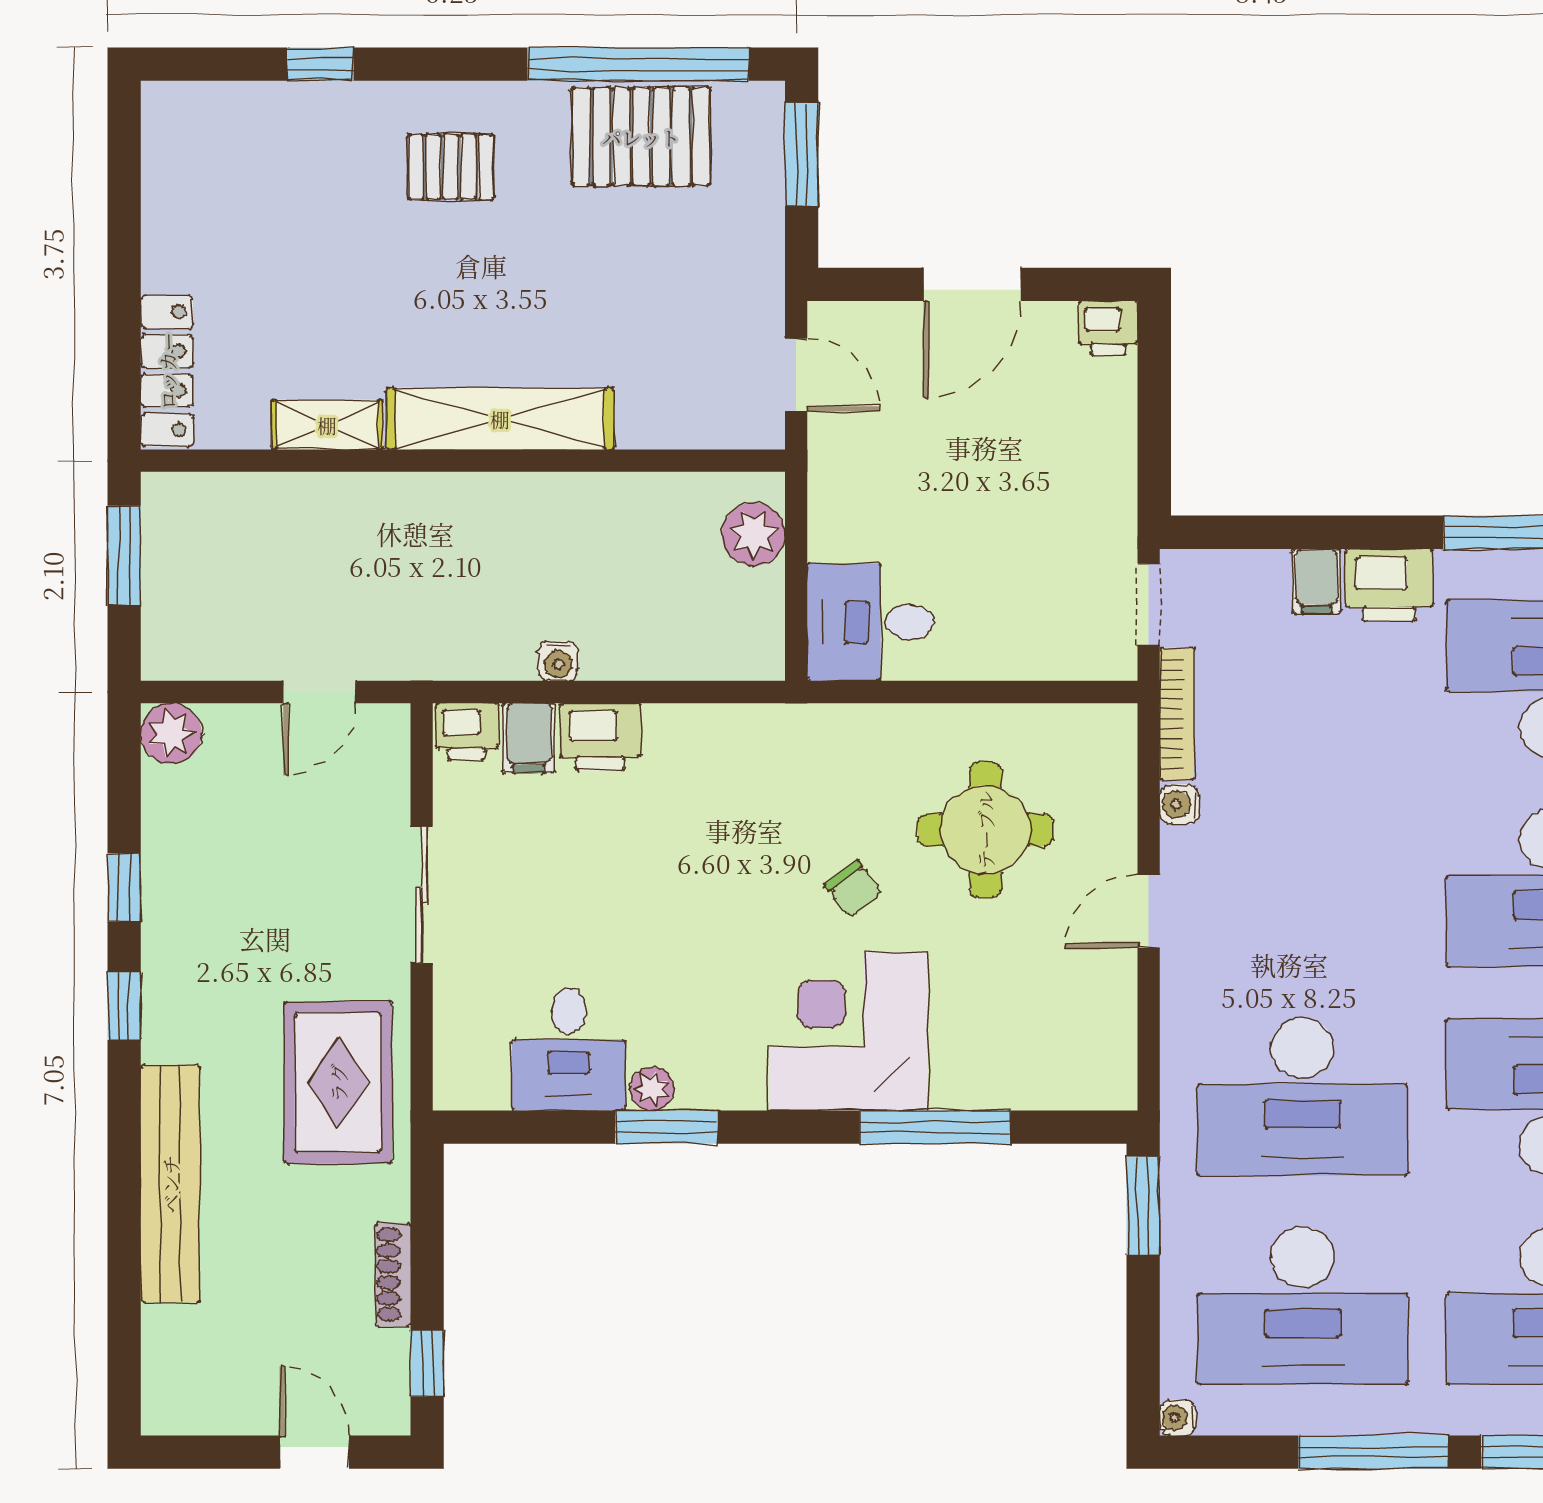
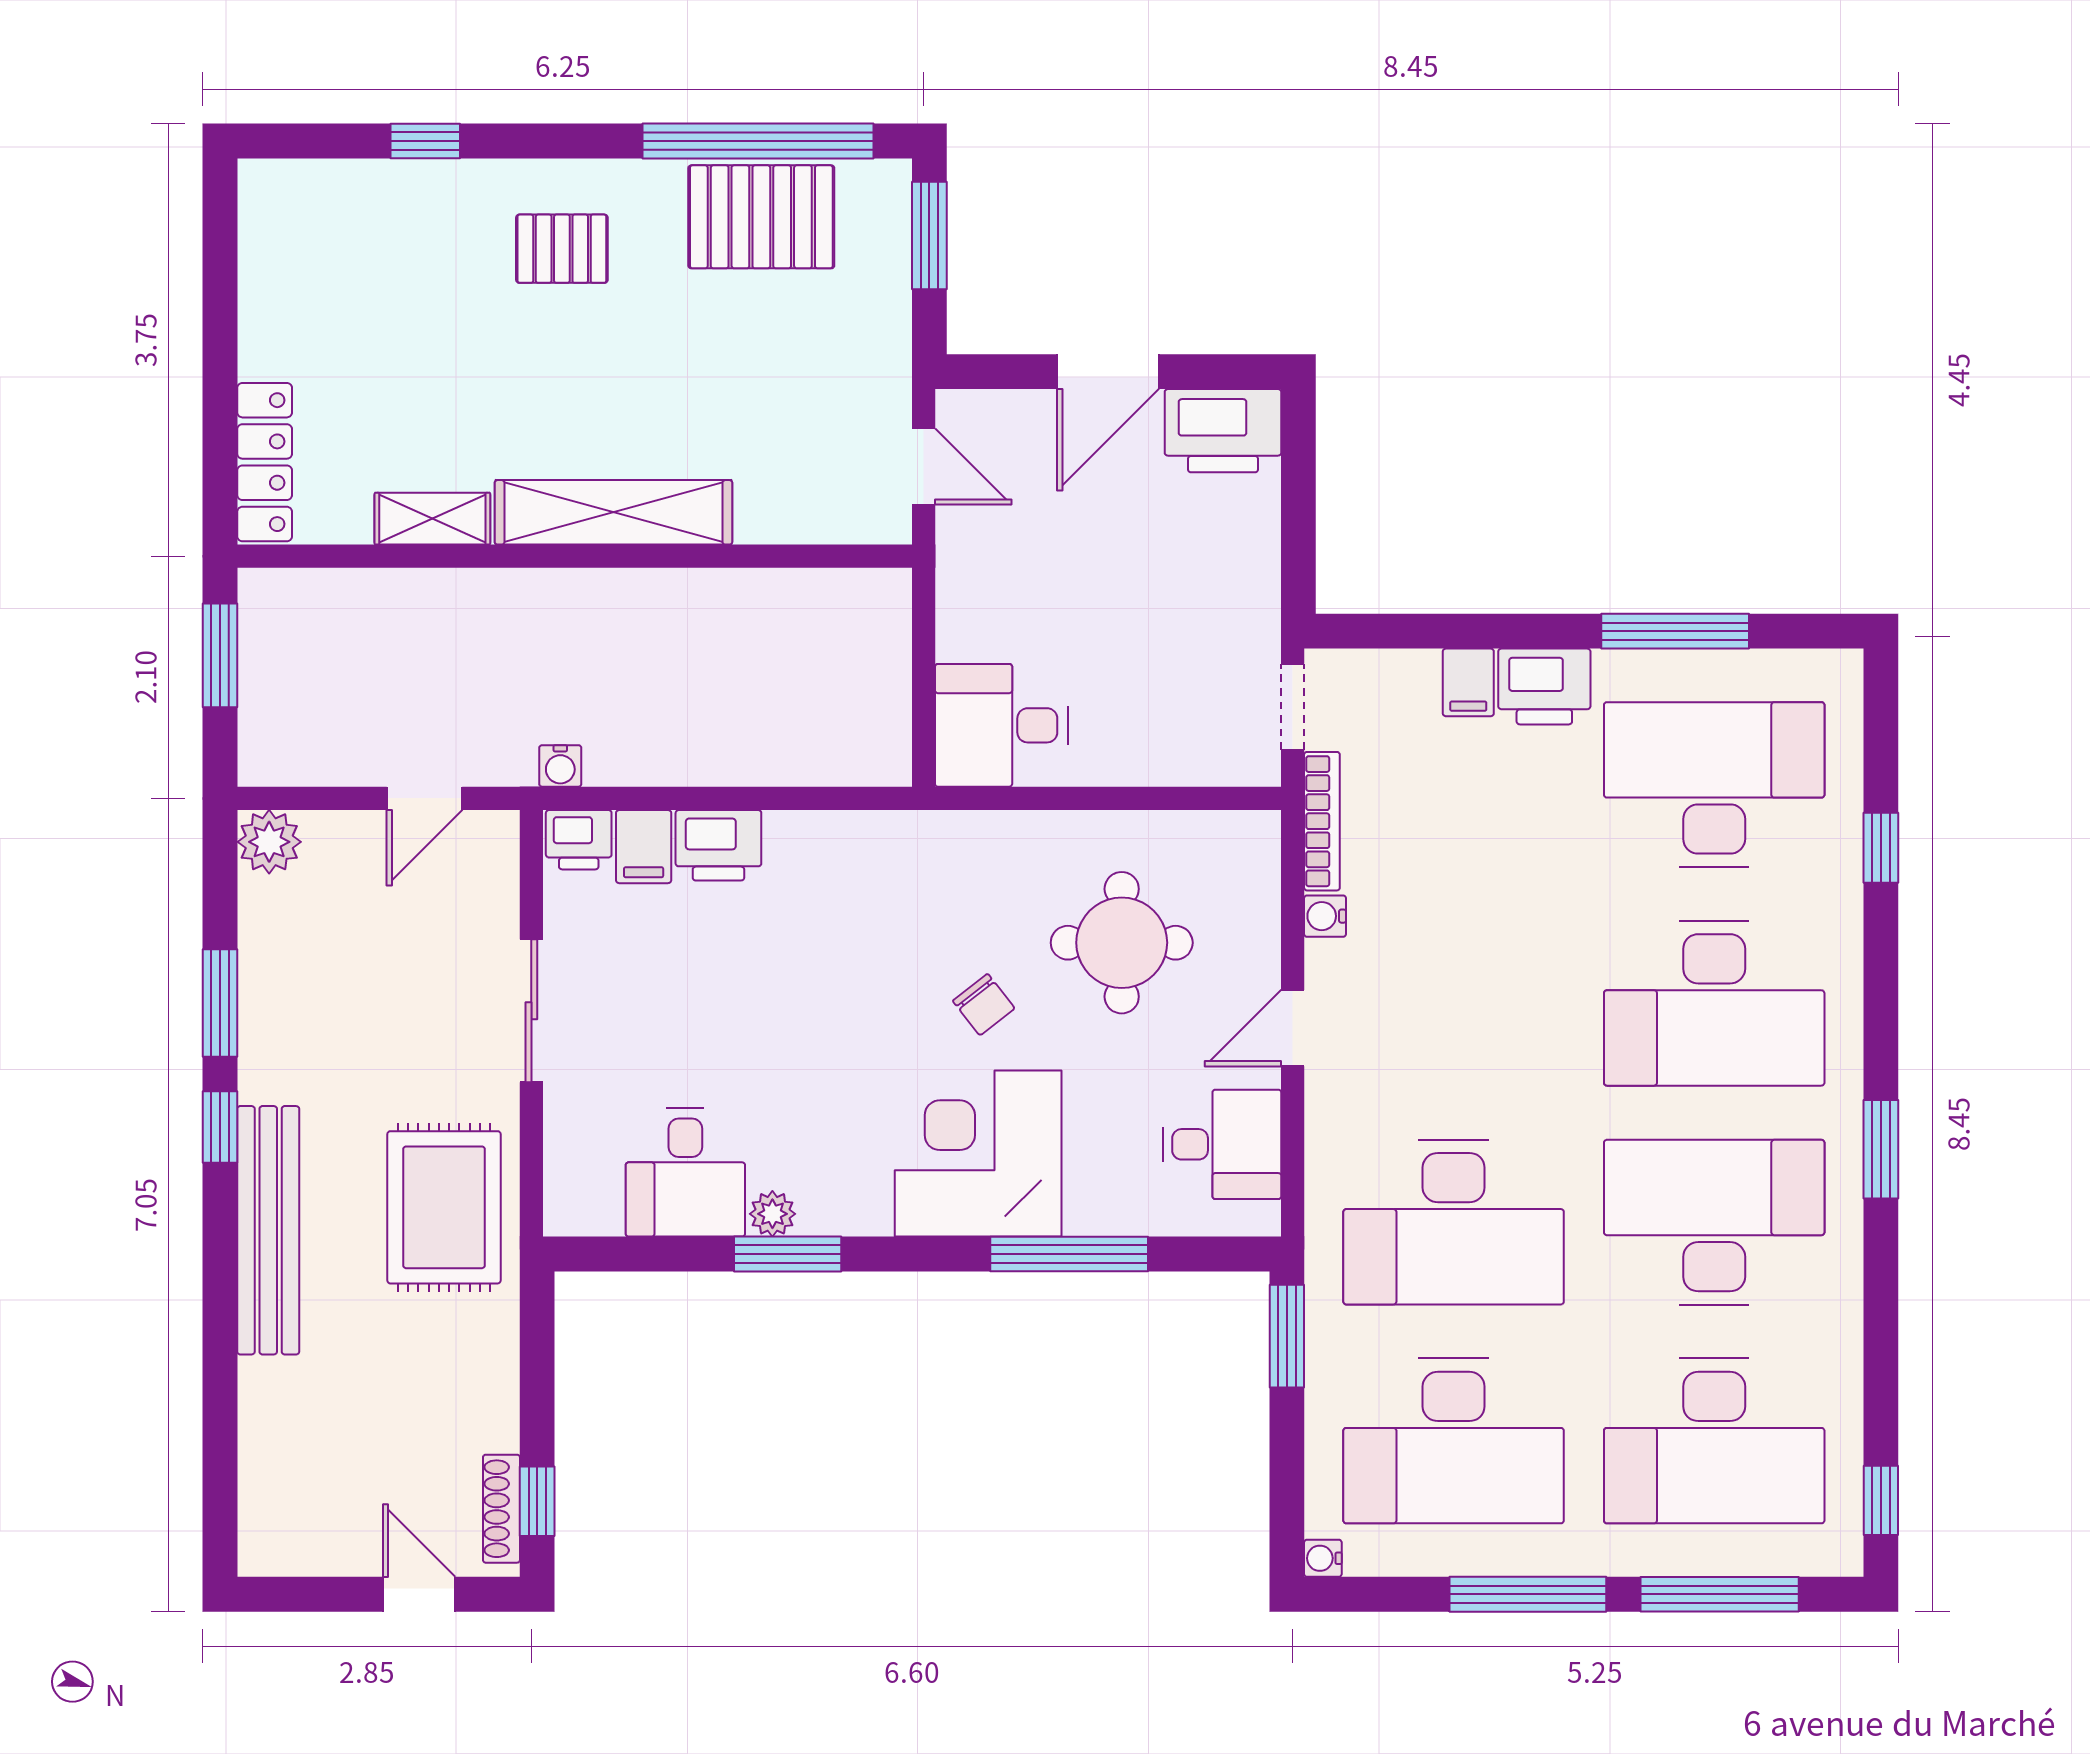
printer: (1108, 328) -> (1223, 431), width x1.87, depth x1.48
plant: (754, 534) -> (879, 633), removed
water cooler: (558, 661) -> (560, 766), moved
window: (124, 887) -> (220, 1003), width x1.50
desk: (1081, 1022) -> (1222, 1144), added
bench: (170, 1184) -> (268, 1230), moved
shoe rack: (393, 1275) -> (501, 1509), moved

